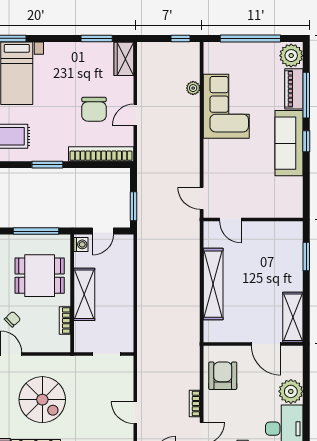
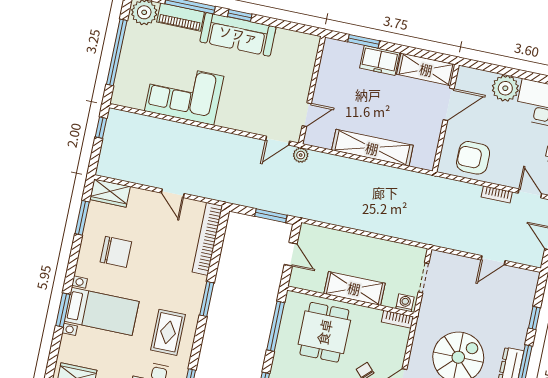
plant: (193, 88) -> (301, 155), moved
chair: (94, 109) -> (116, 252), moved
washing machine: (81, 244) -> (405, 303), moved
freezer: (292, 274) -> (380, 60), added
bookcase: (65, 321) -> (398, 319), moved

